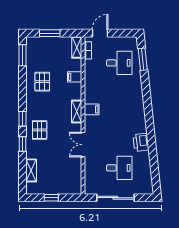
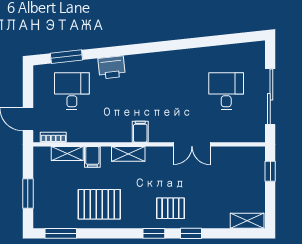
shelving: (77, 47) -> (67, 154), moved
pallet: (42, 82) -> (99, 204), width x1.50, depth x1.42
shelving: (77, 112) -> (128, 154), moved
printer: (141, 142) -> (112, 67), moved
shelving: (31, 170) -> (247, 221), moved
window: (51, 198) -> (270, 171), moved

